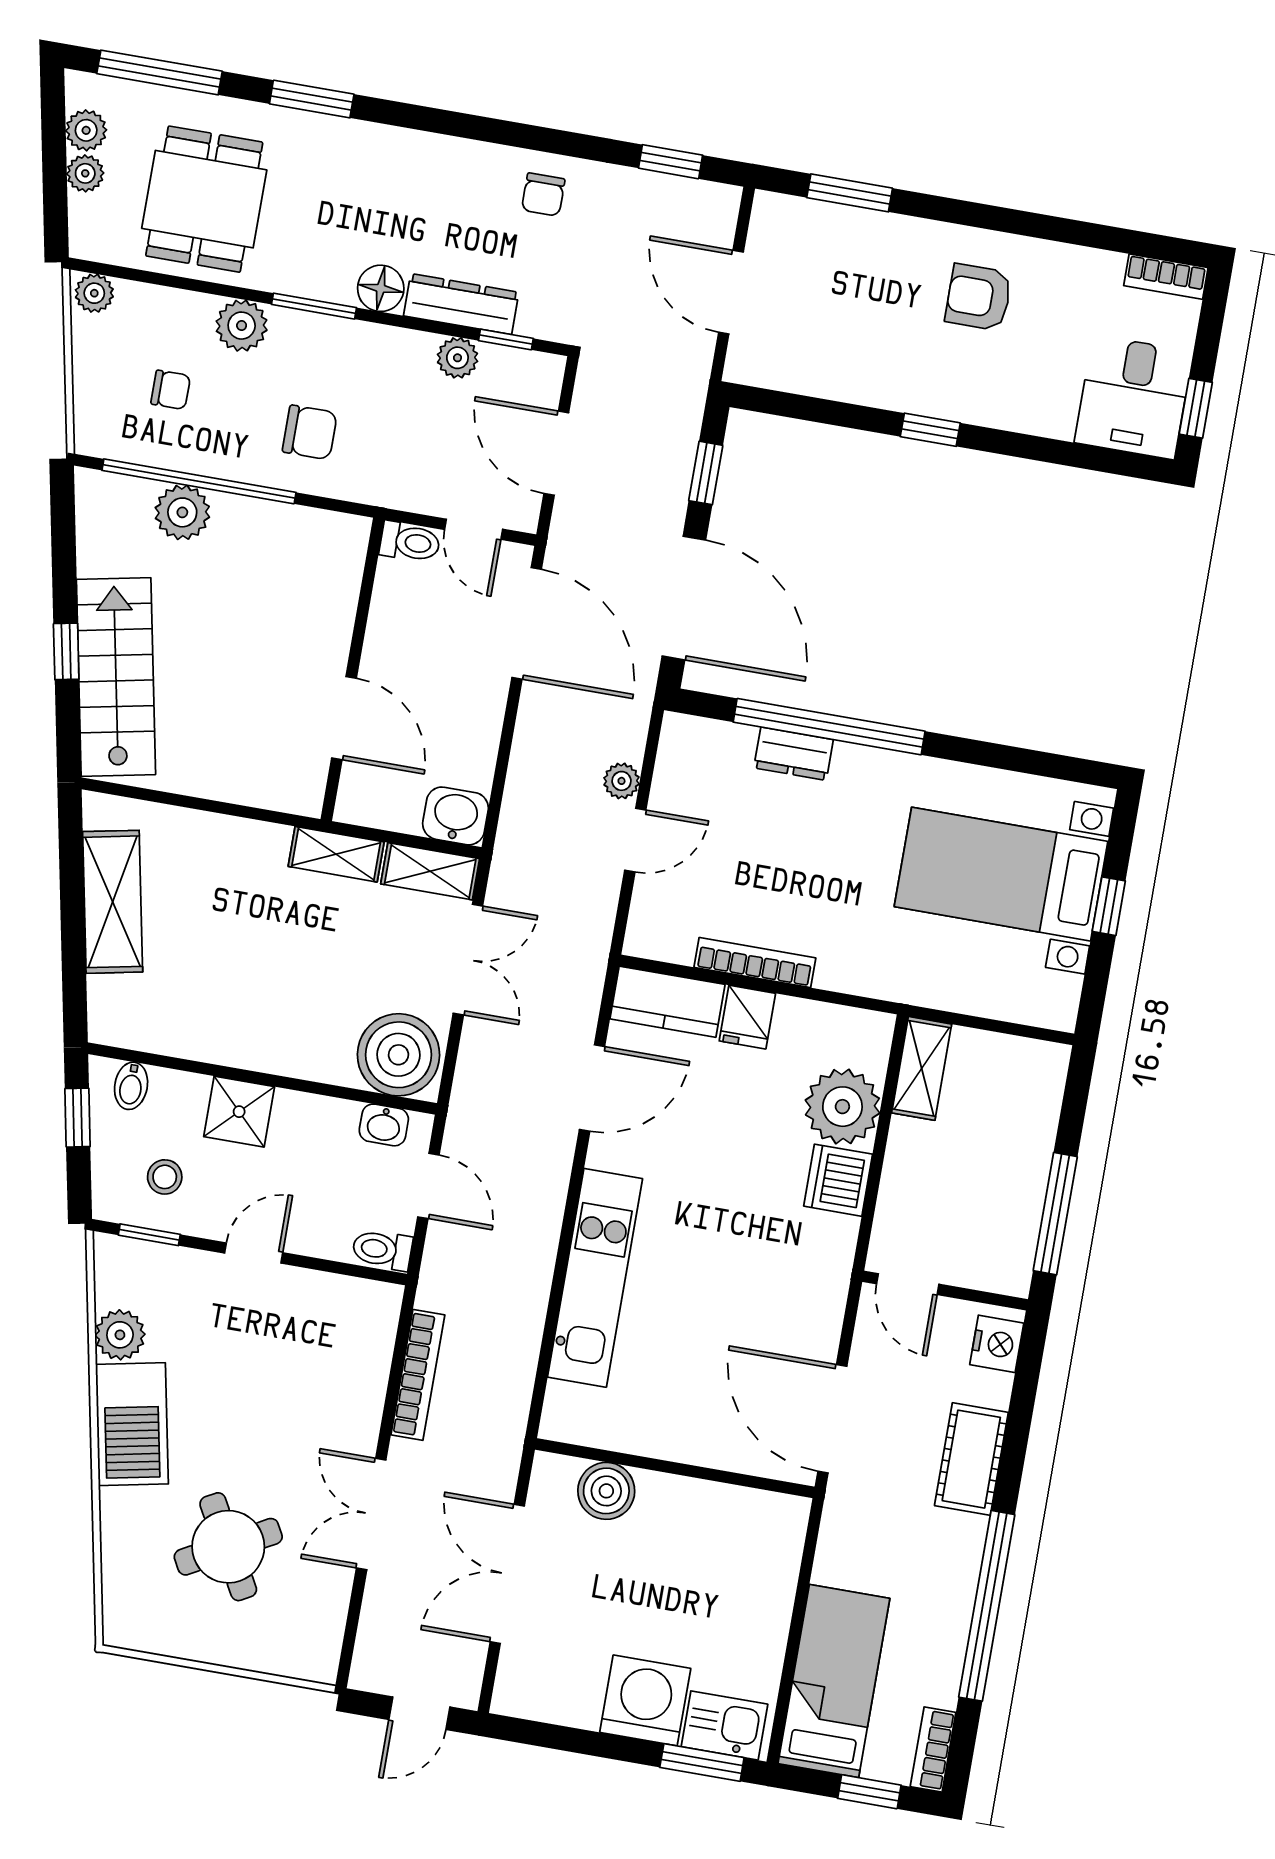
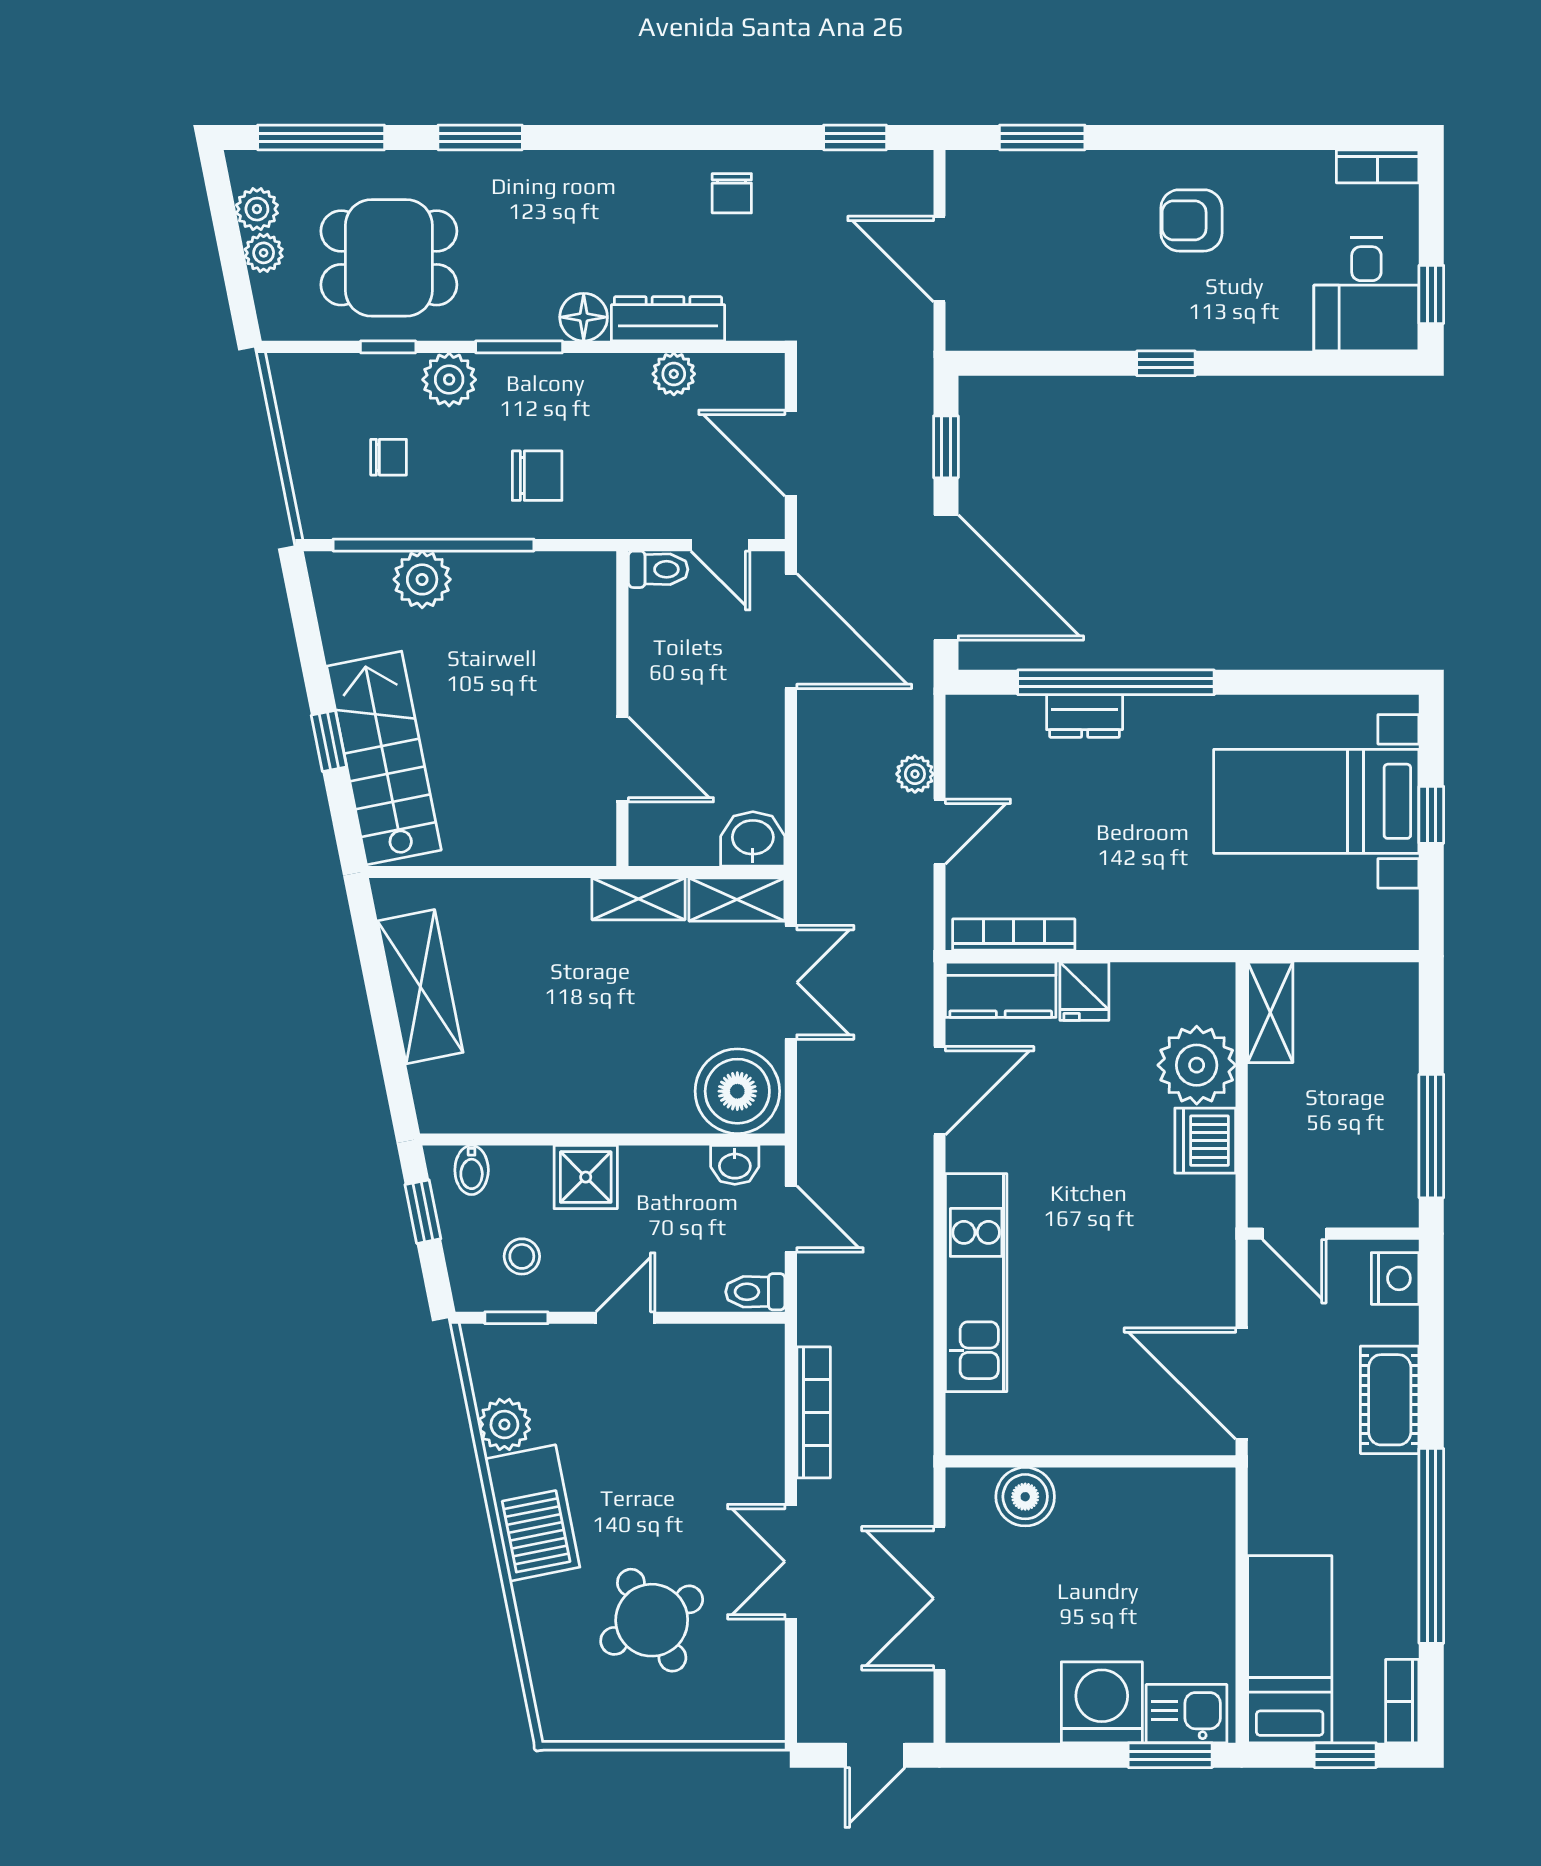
dining table: (204, 199) -> (389, 258), turned 90
plant: (94, 293) -> (294, 373), removed
window: (506, 340) -> (388, 347), moved
bookcase: (755, 963) -> (1014, 935), moved

